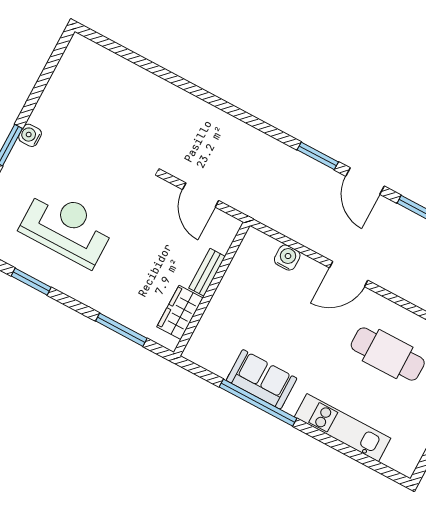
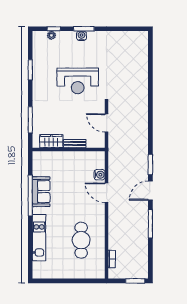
water cooler: (30, 135) -> (81, 36), moved
door: (201, 195) -> (107, 123), hinge flipped
reception desk: (67, 227) -> (78, 81), moved, turned 90
door: (349, 274) -> (107, 193), moved

